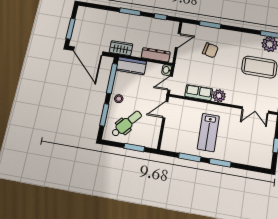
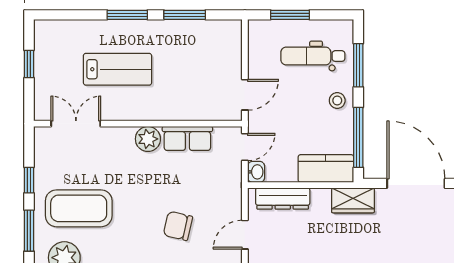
dental chair: (127, 124) -> (313, 56), turned 49
lab bench: (208, 132) -> (117, 69), moved, turned 90

